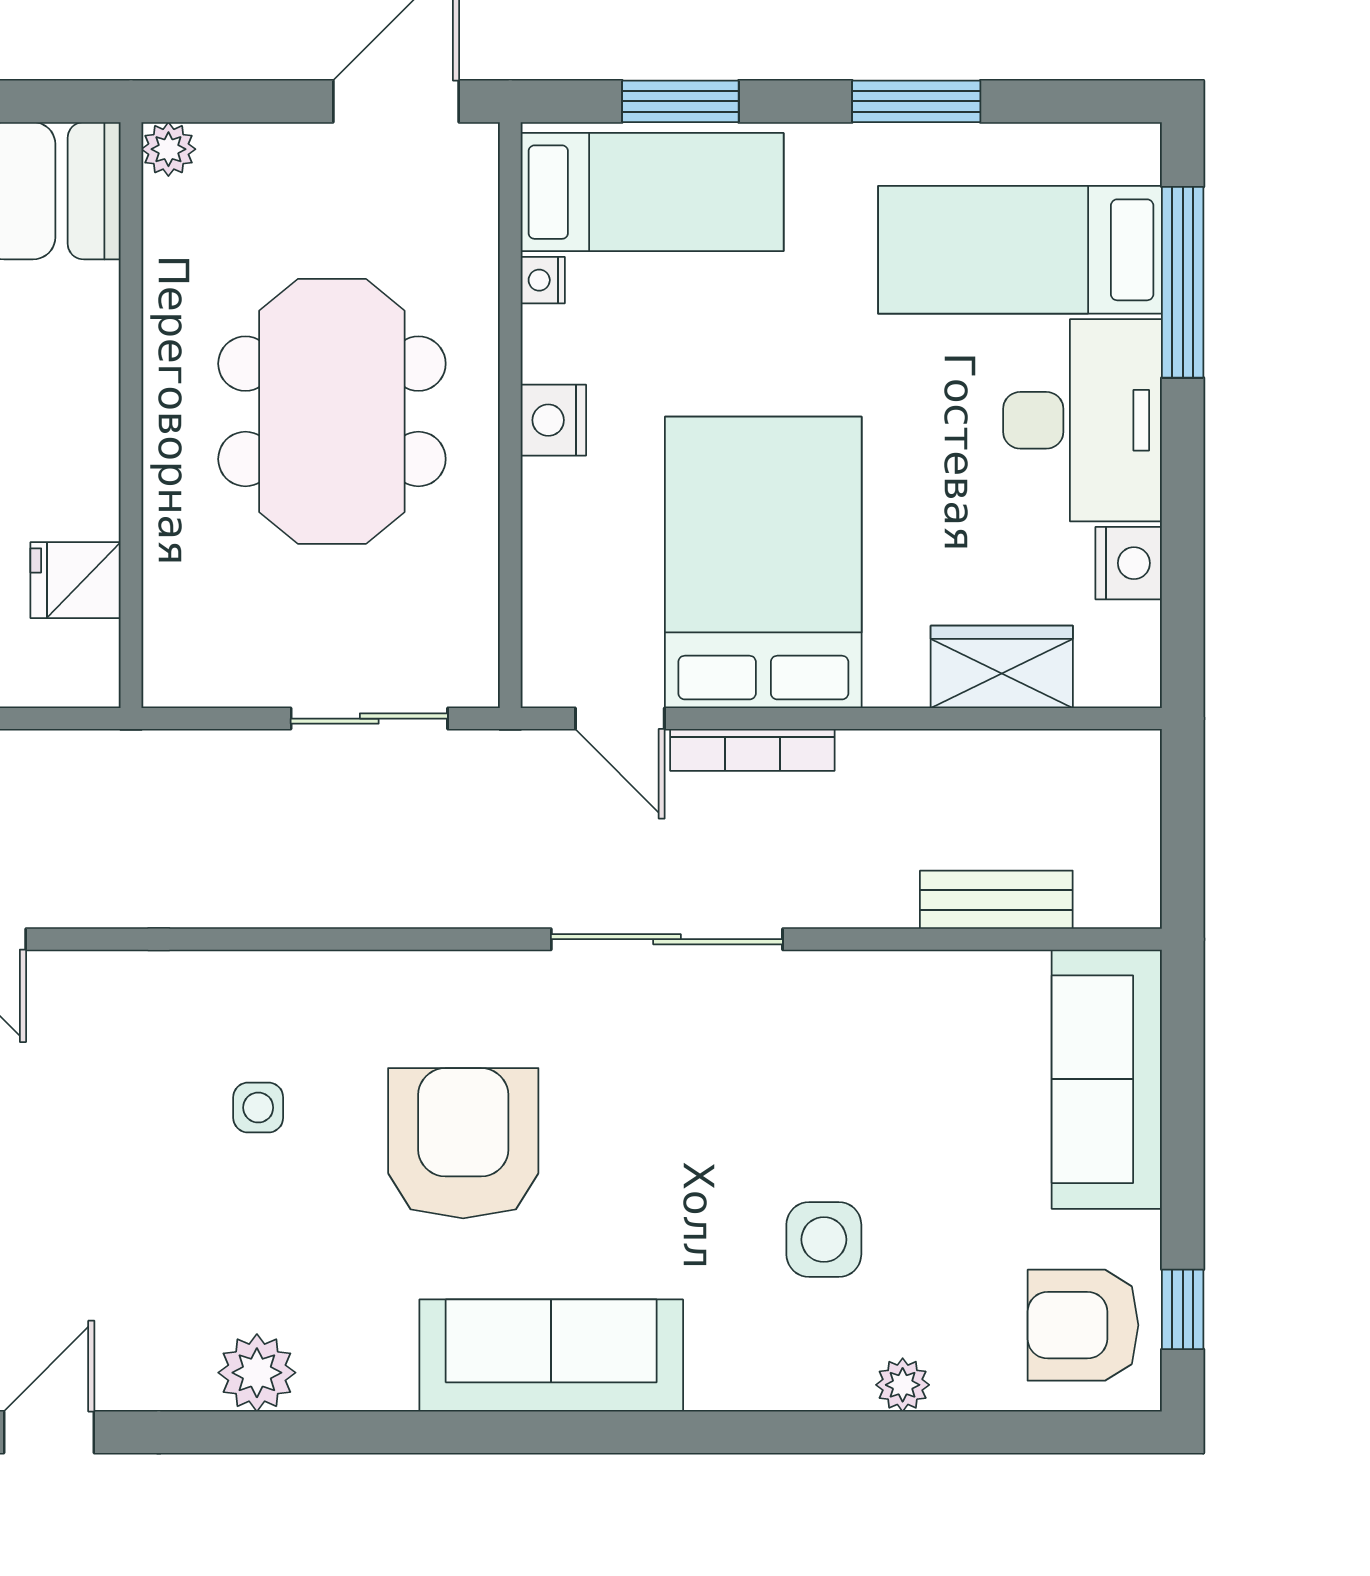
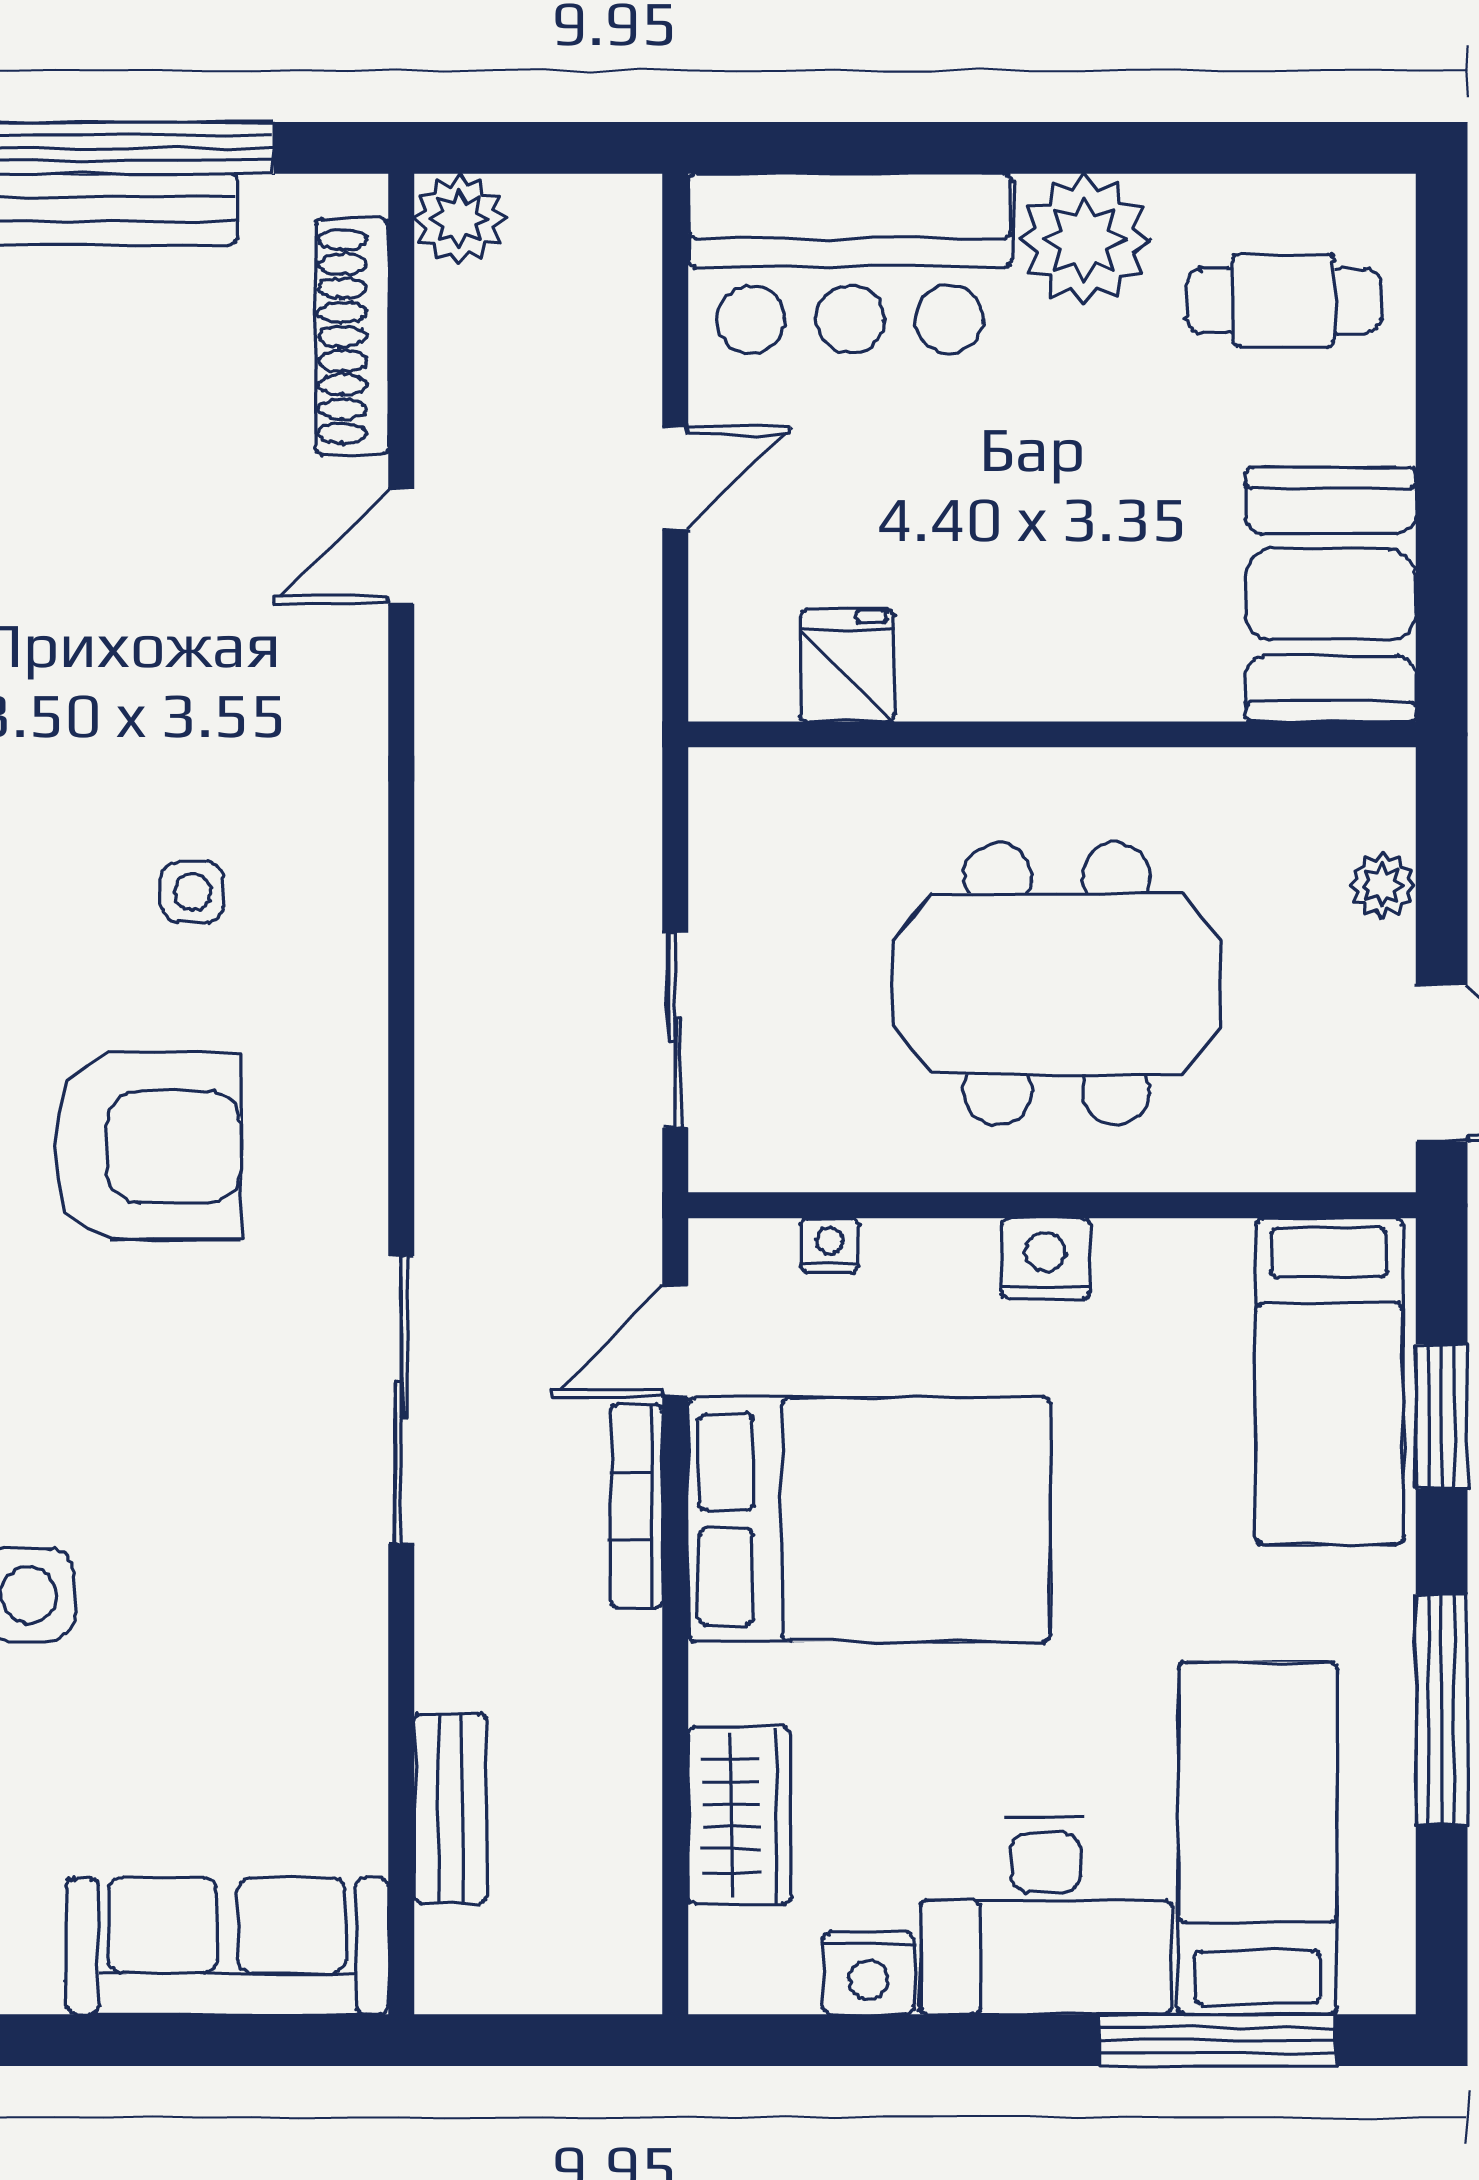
window: (916, 101) -> (1442, 1709), width x1.44
plant: (168, 149) -> (1382, 886), moved
nightstand: (543, 280) -> (829, 1246), moved

